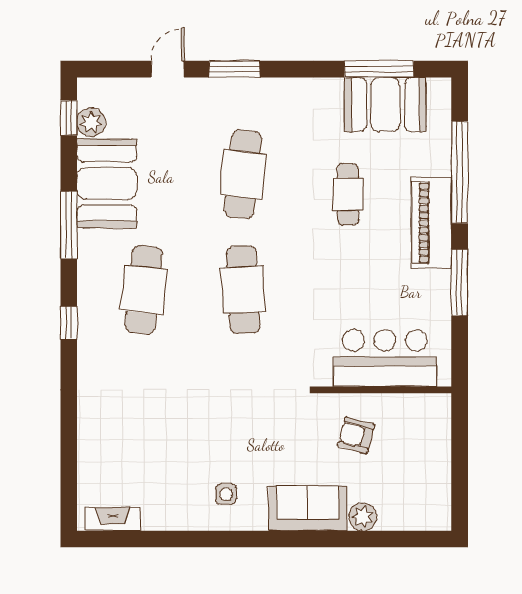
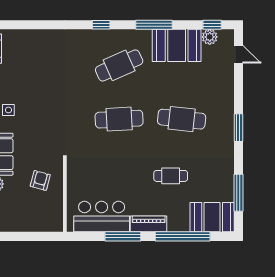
door: (168, 69) -> (238, 54), moved
window: (234, 69) -> (238, 128), moved
booth: (385, 105) -> (212, 217), moved, turned 90
piano: (432, 223) -> (149, 224), width x0.73, depth x0.75
cafe table: (144, 290) -> (119, 65), turned -30
bar counter: (385, 358) -> (102, 217), moved, turned -90

